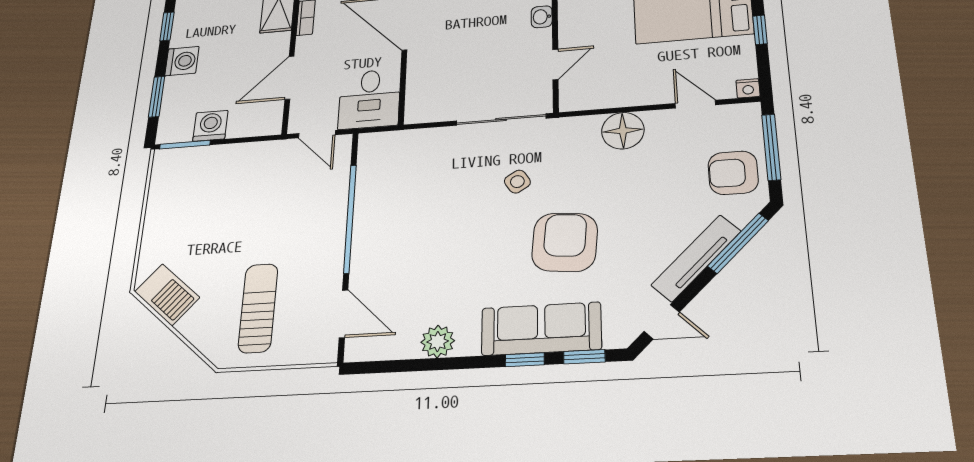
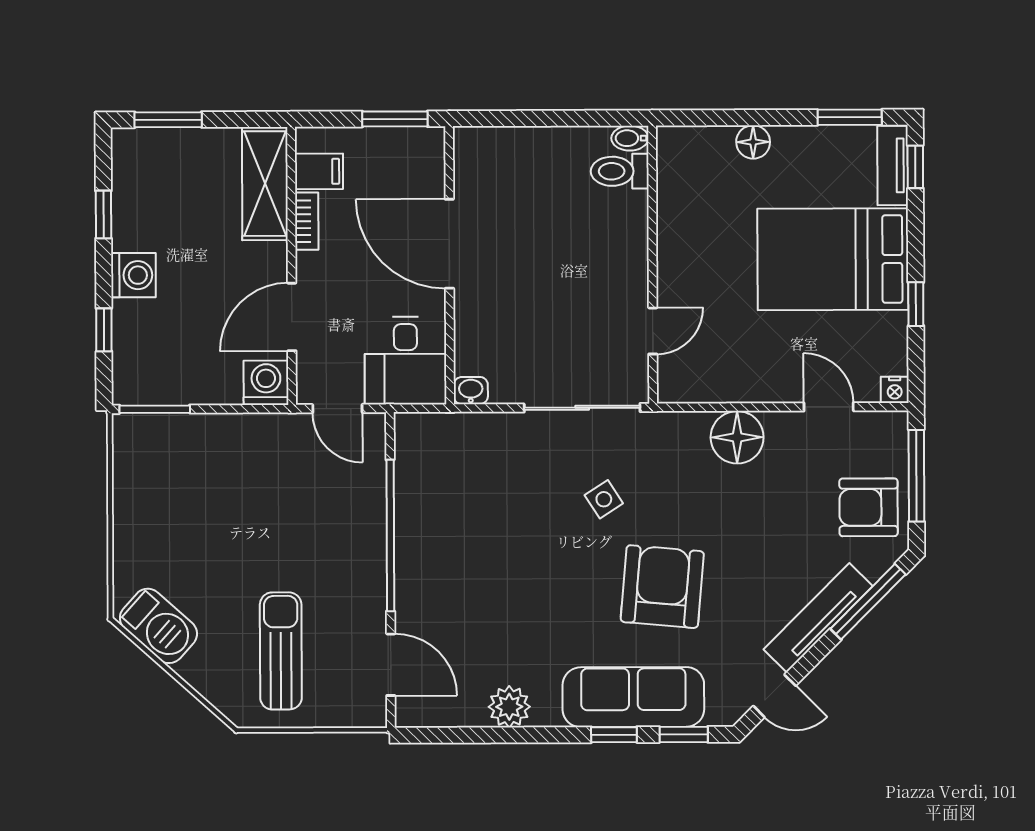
washbasin: (542, 17) -> (471, 391), moved, turned 90
window: (157, 97) -> (104, 330), width x0.67
washing machine: (210, 126) -> (266, 383), moved

